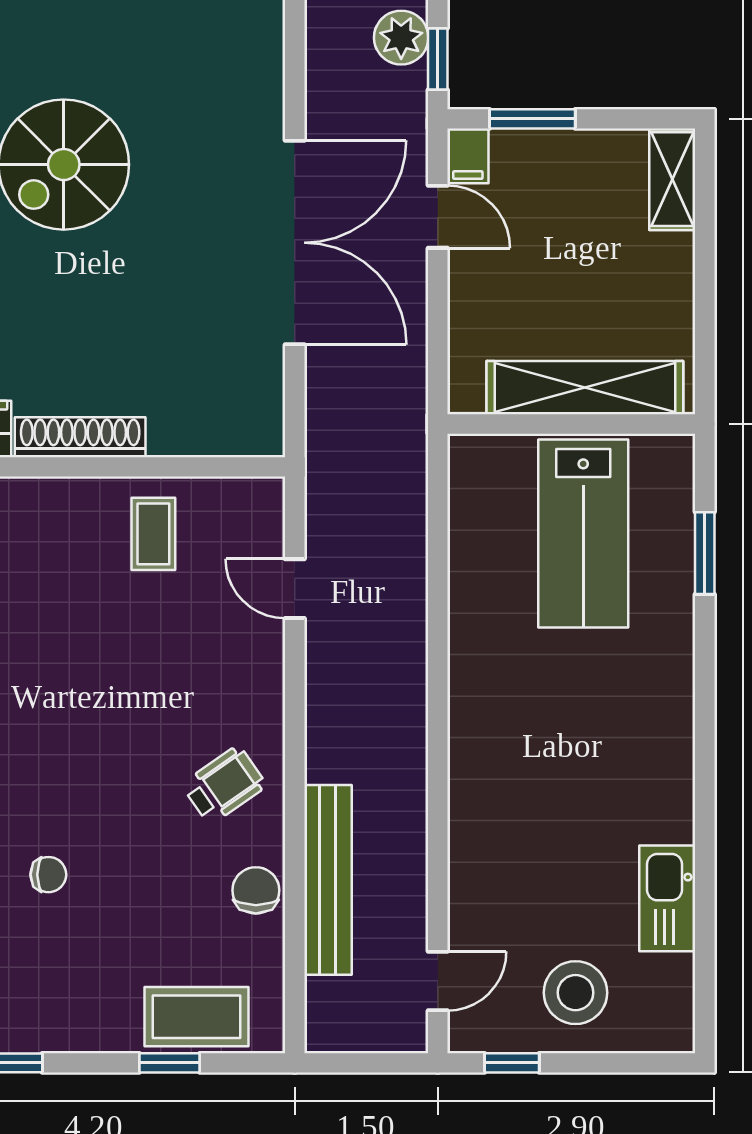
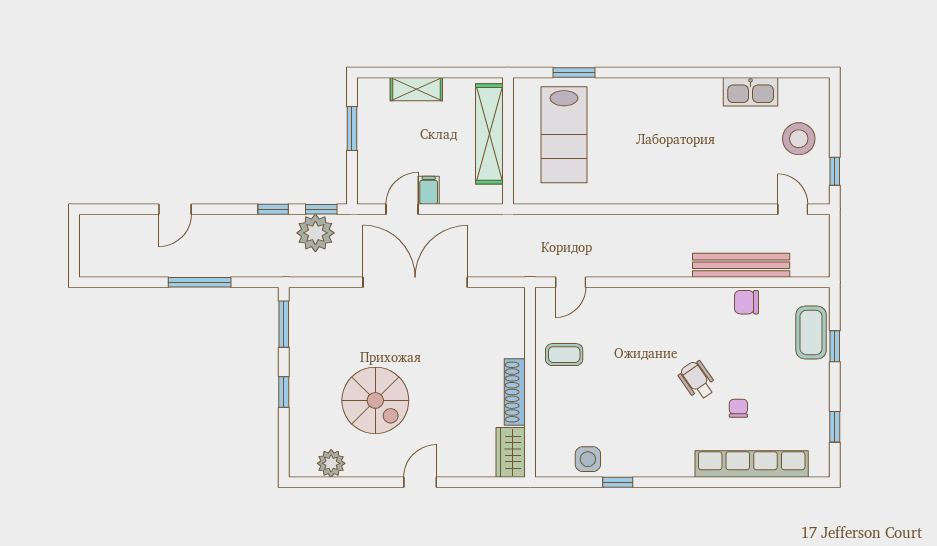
plant: (401, 38) -> (315, 233), width x1.36, depth x1.36
window: (532, 119) -> (352, 128), moved
filing cabinet: (468, 156) -> (429, 190), moved, turned -90
shelving: (672, 179) -> (416, 89), moved
lab bench: (583, 534) -> (564, 135), turned 90
door: (295, 589) -> (571, 282), moved
wheelchair: (224, 785) -> (697, 380), moved

